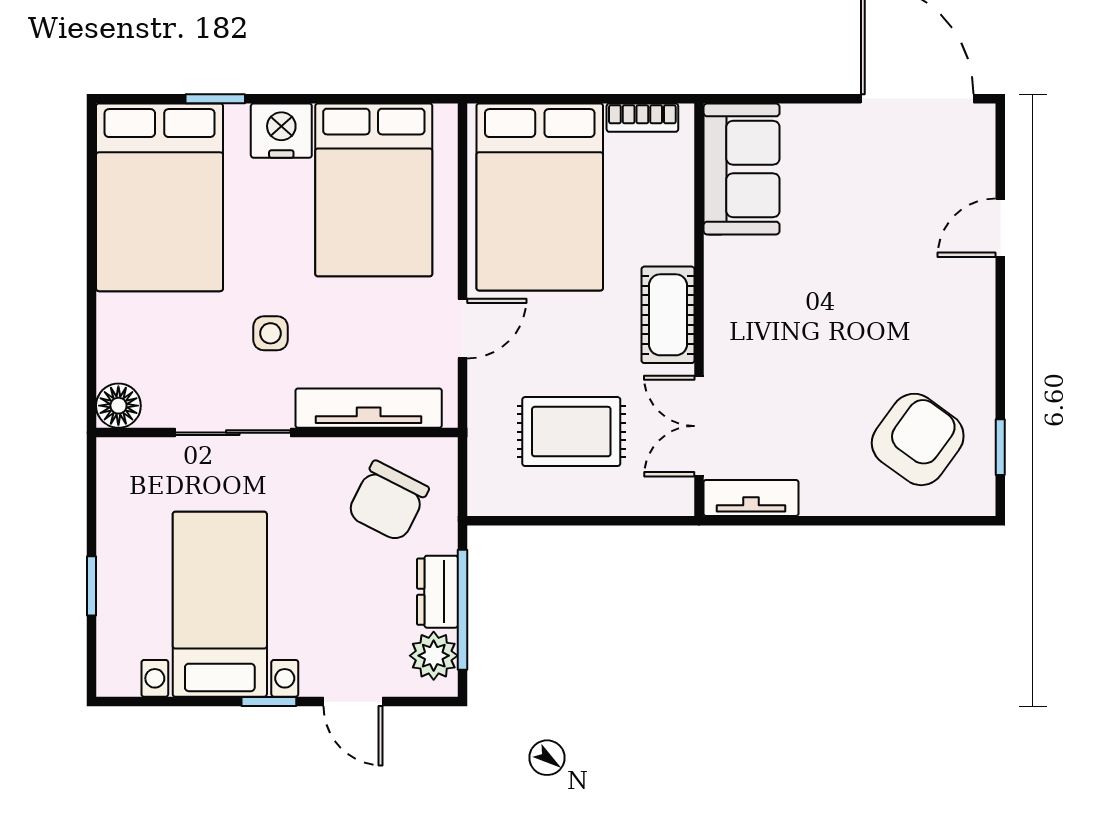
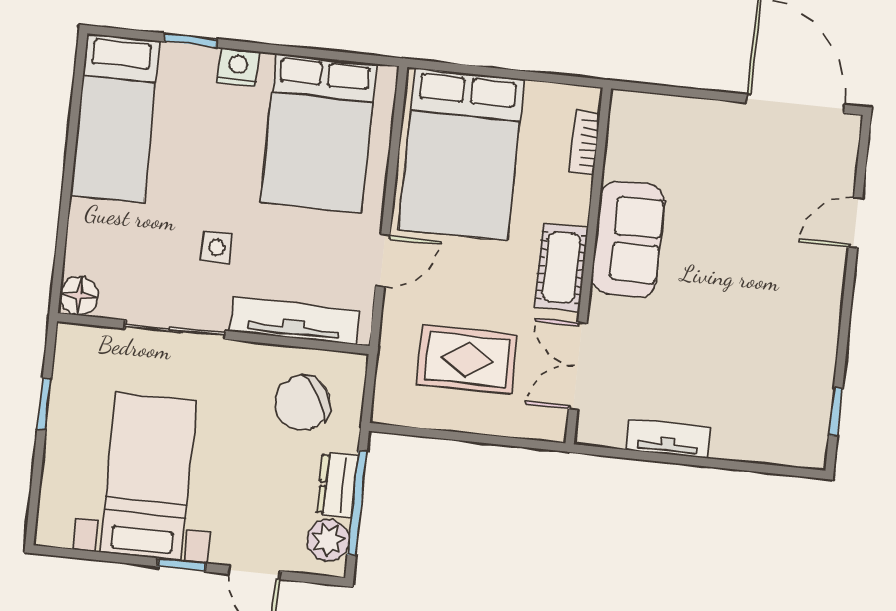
bookcase: (642, 118) -> (585, 143), moved, turned 90
nightstand: (281, 131) -> (238, 67), width x0.74, depth x0.75
sofa: (742, 169) -> (628, 239), moved
bed: (160, 197) -> (115, 118), width x0.67
armchair: (918, 439) -> (765, 398), removed
tv unit: (751, 498) -> (668, 438), moved
chair: (388, 501) -> (303, 403), turned 32
window: (92, 586) -> (44, 404), moved

